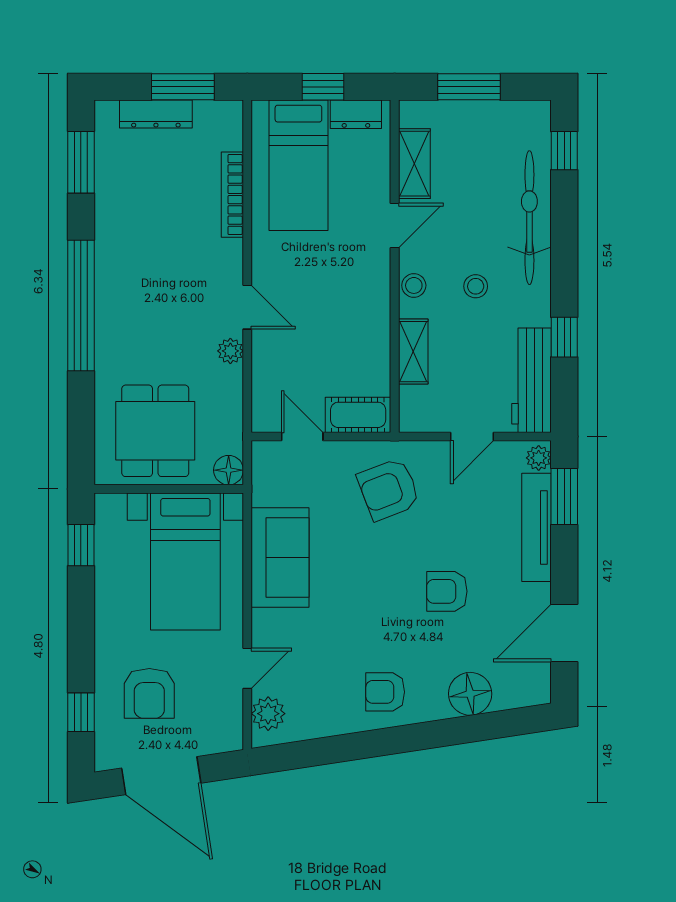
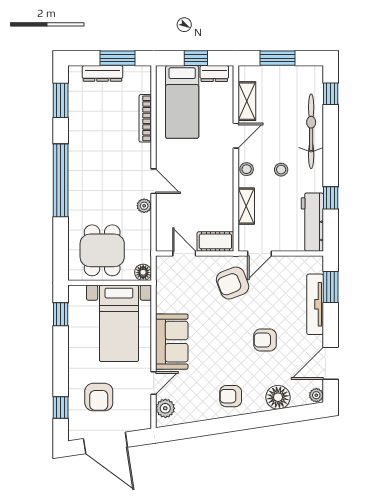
door: (472, 437) -> (260, 254), moved
plant: (539, 458) -> (316, 395), moved
sofa: (280, 558) -> (172, 342), moved

